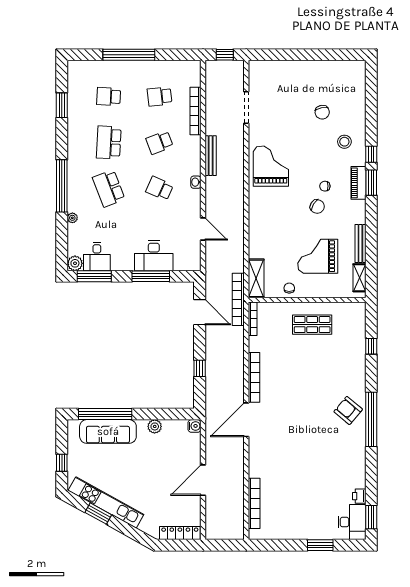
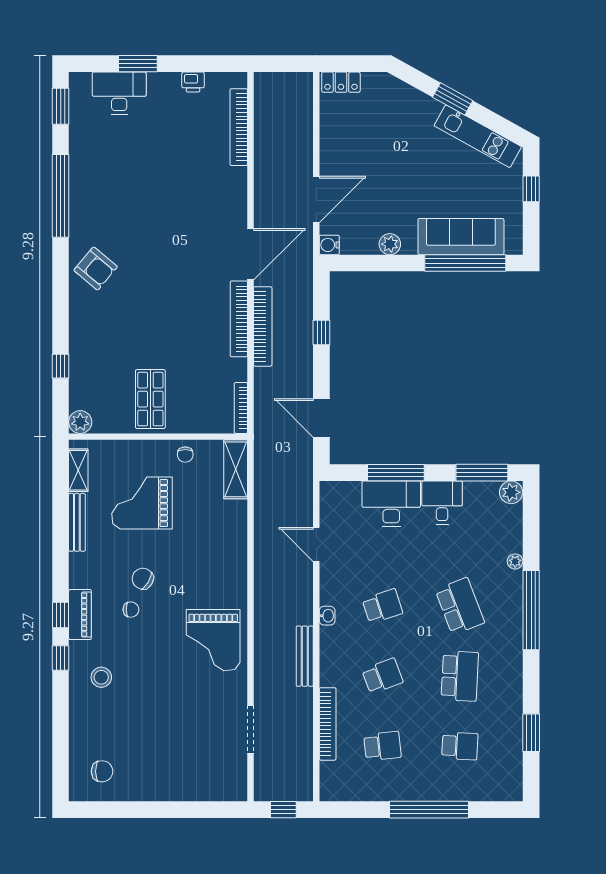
chair: (322, 112) -> (102, 771), moved, turned 101
window: (371, 183) -> (61, 615), width x0.67
school desk: (160, 188) -> (382, 606), turned -42
grand piano: (318, 256) -> (142, 503), turned 180
desk: (97, 257) -> (442, 502), moved
bookcase: (238, 299) -> (263, 326), moved
plant: (358, 309) -> (80, 422), added
shop shelf: (312, 325) -> (150, 399), turned 90
window: (371, 419) -> (61, 196), moved
door: (203, 480) -> (316, 199), moved
printer: (359, 496) -> (193, 82), moved, turned 90
kitchen unit: (106, 502) -> (478, 136), width x0.73
window: (98, 514) -> (453, 99), moved
desk: (352, 522) -> (119, 93), moved, turned 90
locker: (180, 533) -> (341, 82), width x0.66

